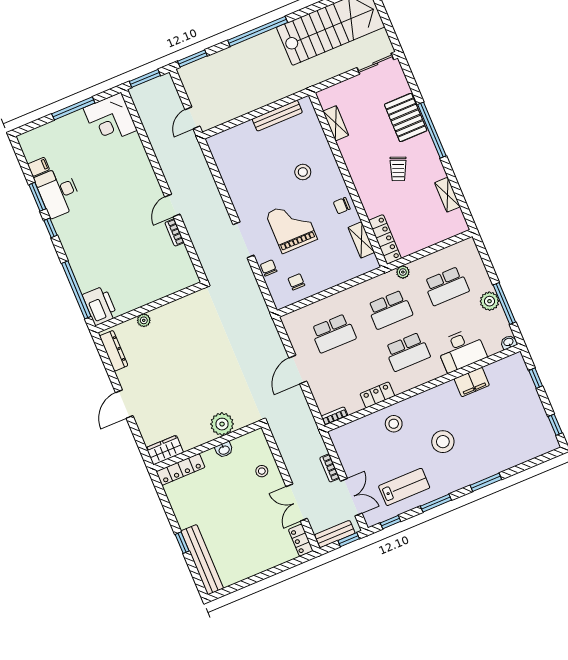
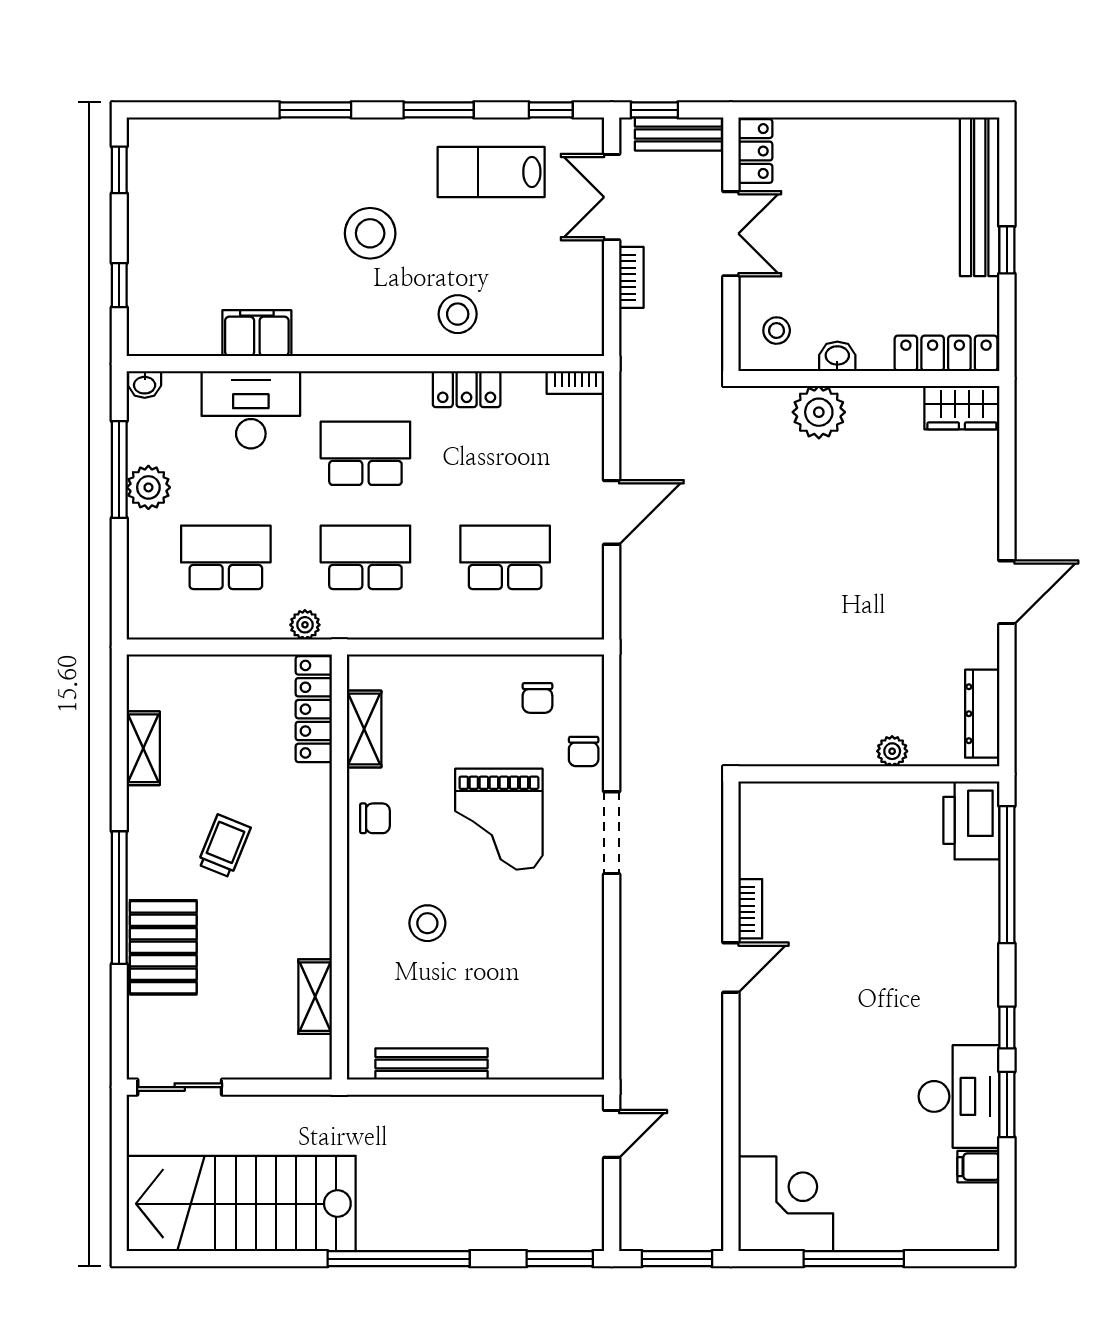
plant: (222, 424) -> (819, 412), moved
wall: (207, 446) -> (869, 378), moved
wardrobe: (165, 450) -> (962, 408), moved
washbasin: (224, 450) -> (837, 356), moved
locker: (180, 469) -> (946, 353), moved

